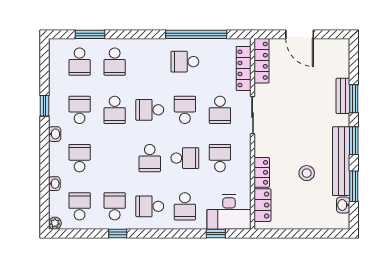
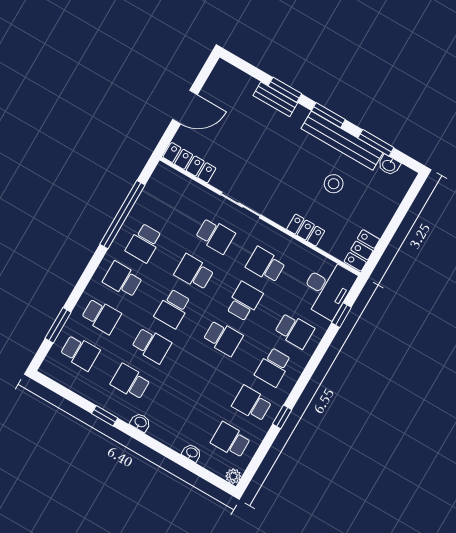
locker: (244, 68) -> (187, 186), removed
school desk: (80, 158) -> (123, 280), moved
locker: (262, 205) -> (362, 250), moved, turned -90

